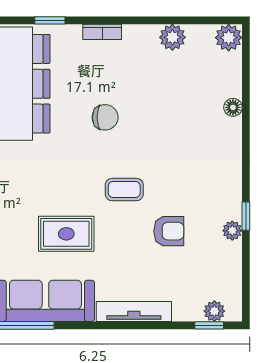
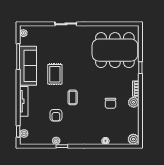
plant: (172, 37) -> (134, 102), moved
chair: (105, 117) -> (110, 103), moved

